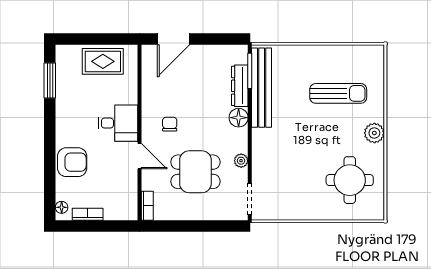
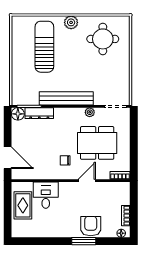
window: (50, 81) -> (84, 241), moved
bench: (262, 88) -> (66, 98), moved
sun lounger: (338, 93) -> (44, 47), width x1.36, depth x1.34
floor lamp: (239, 118) -> (18, 114), moved
desk: (118, 123) -> (46, 195), moved
dining table: (195, 172) -> (97, 143), width x1.38

